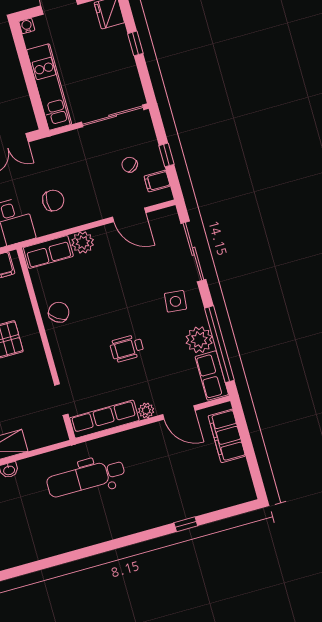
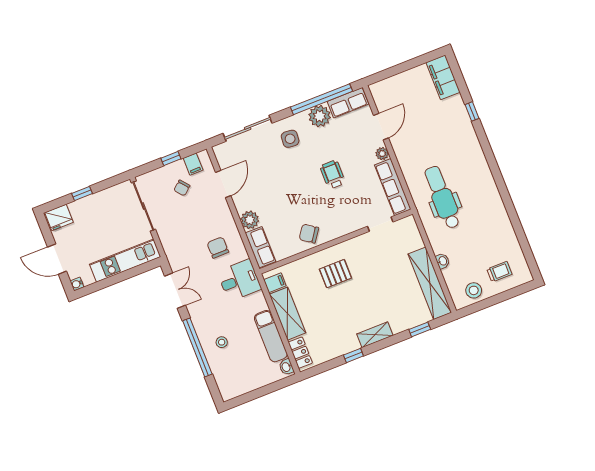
wheelchair: (127, 348) -> (333, 175), turned 180
filing cabinet: (227, 436) -> (443, 77), moved, turned 90
dental chair: (86, 478) -> (442, 197), turned 180

